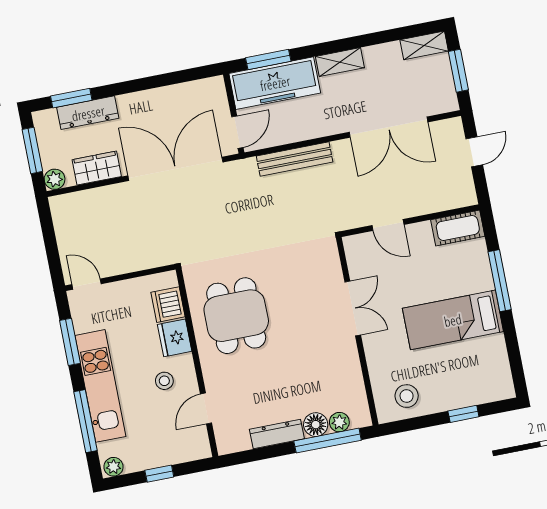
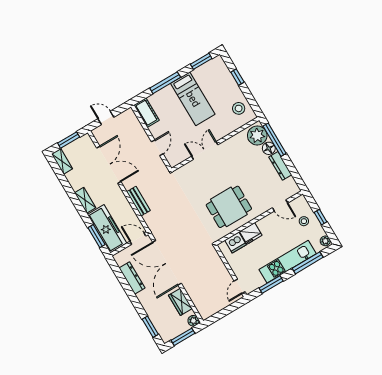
dresser: (88, 113) -> (132, 278), moved
bench: (295, 159) -> (138, 201), width x0.73
window: (515, 359) -> (201, 61), added
stool: (164, 381) -> (304, 221), moved
plant: (339, 422) -> (257, 135), width x1.87, depth x1.87

